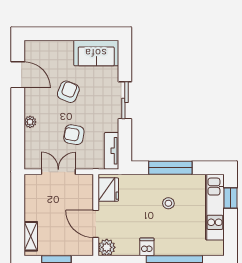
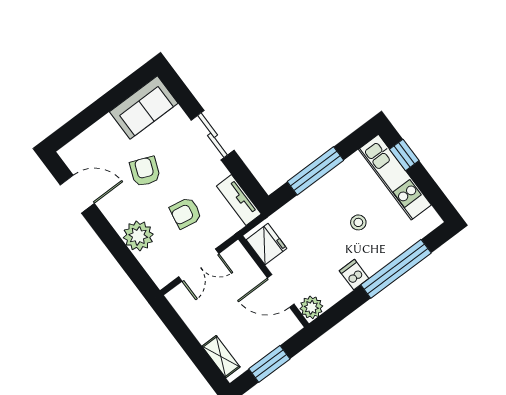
plant: (30, 122) -> (138, 236), width x1.87, depth x1.87
double door: (58, 172) -> (199, 265), swing flipped
stool: (168, 203) -> (358, 222), moved

